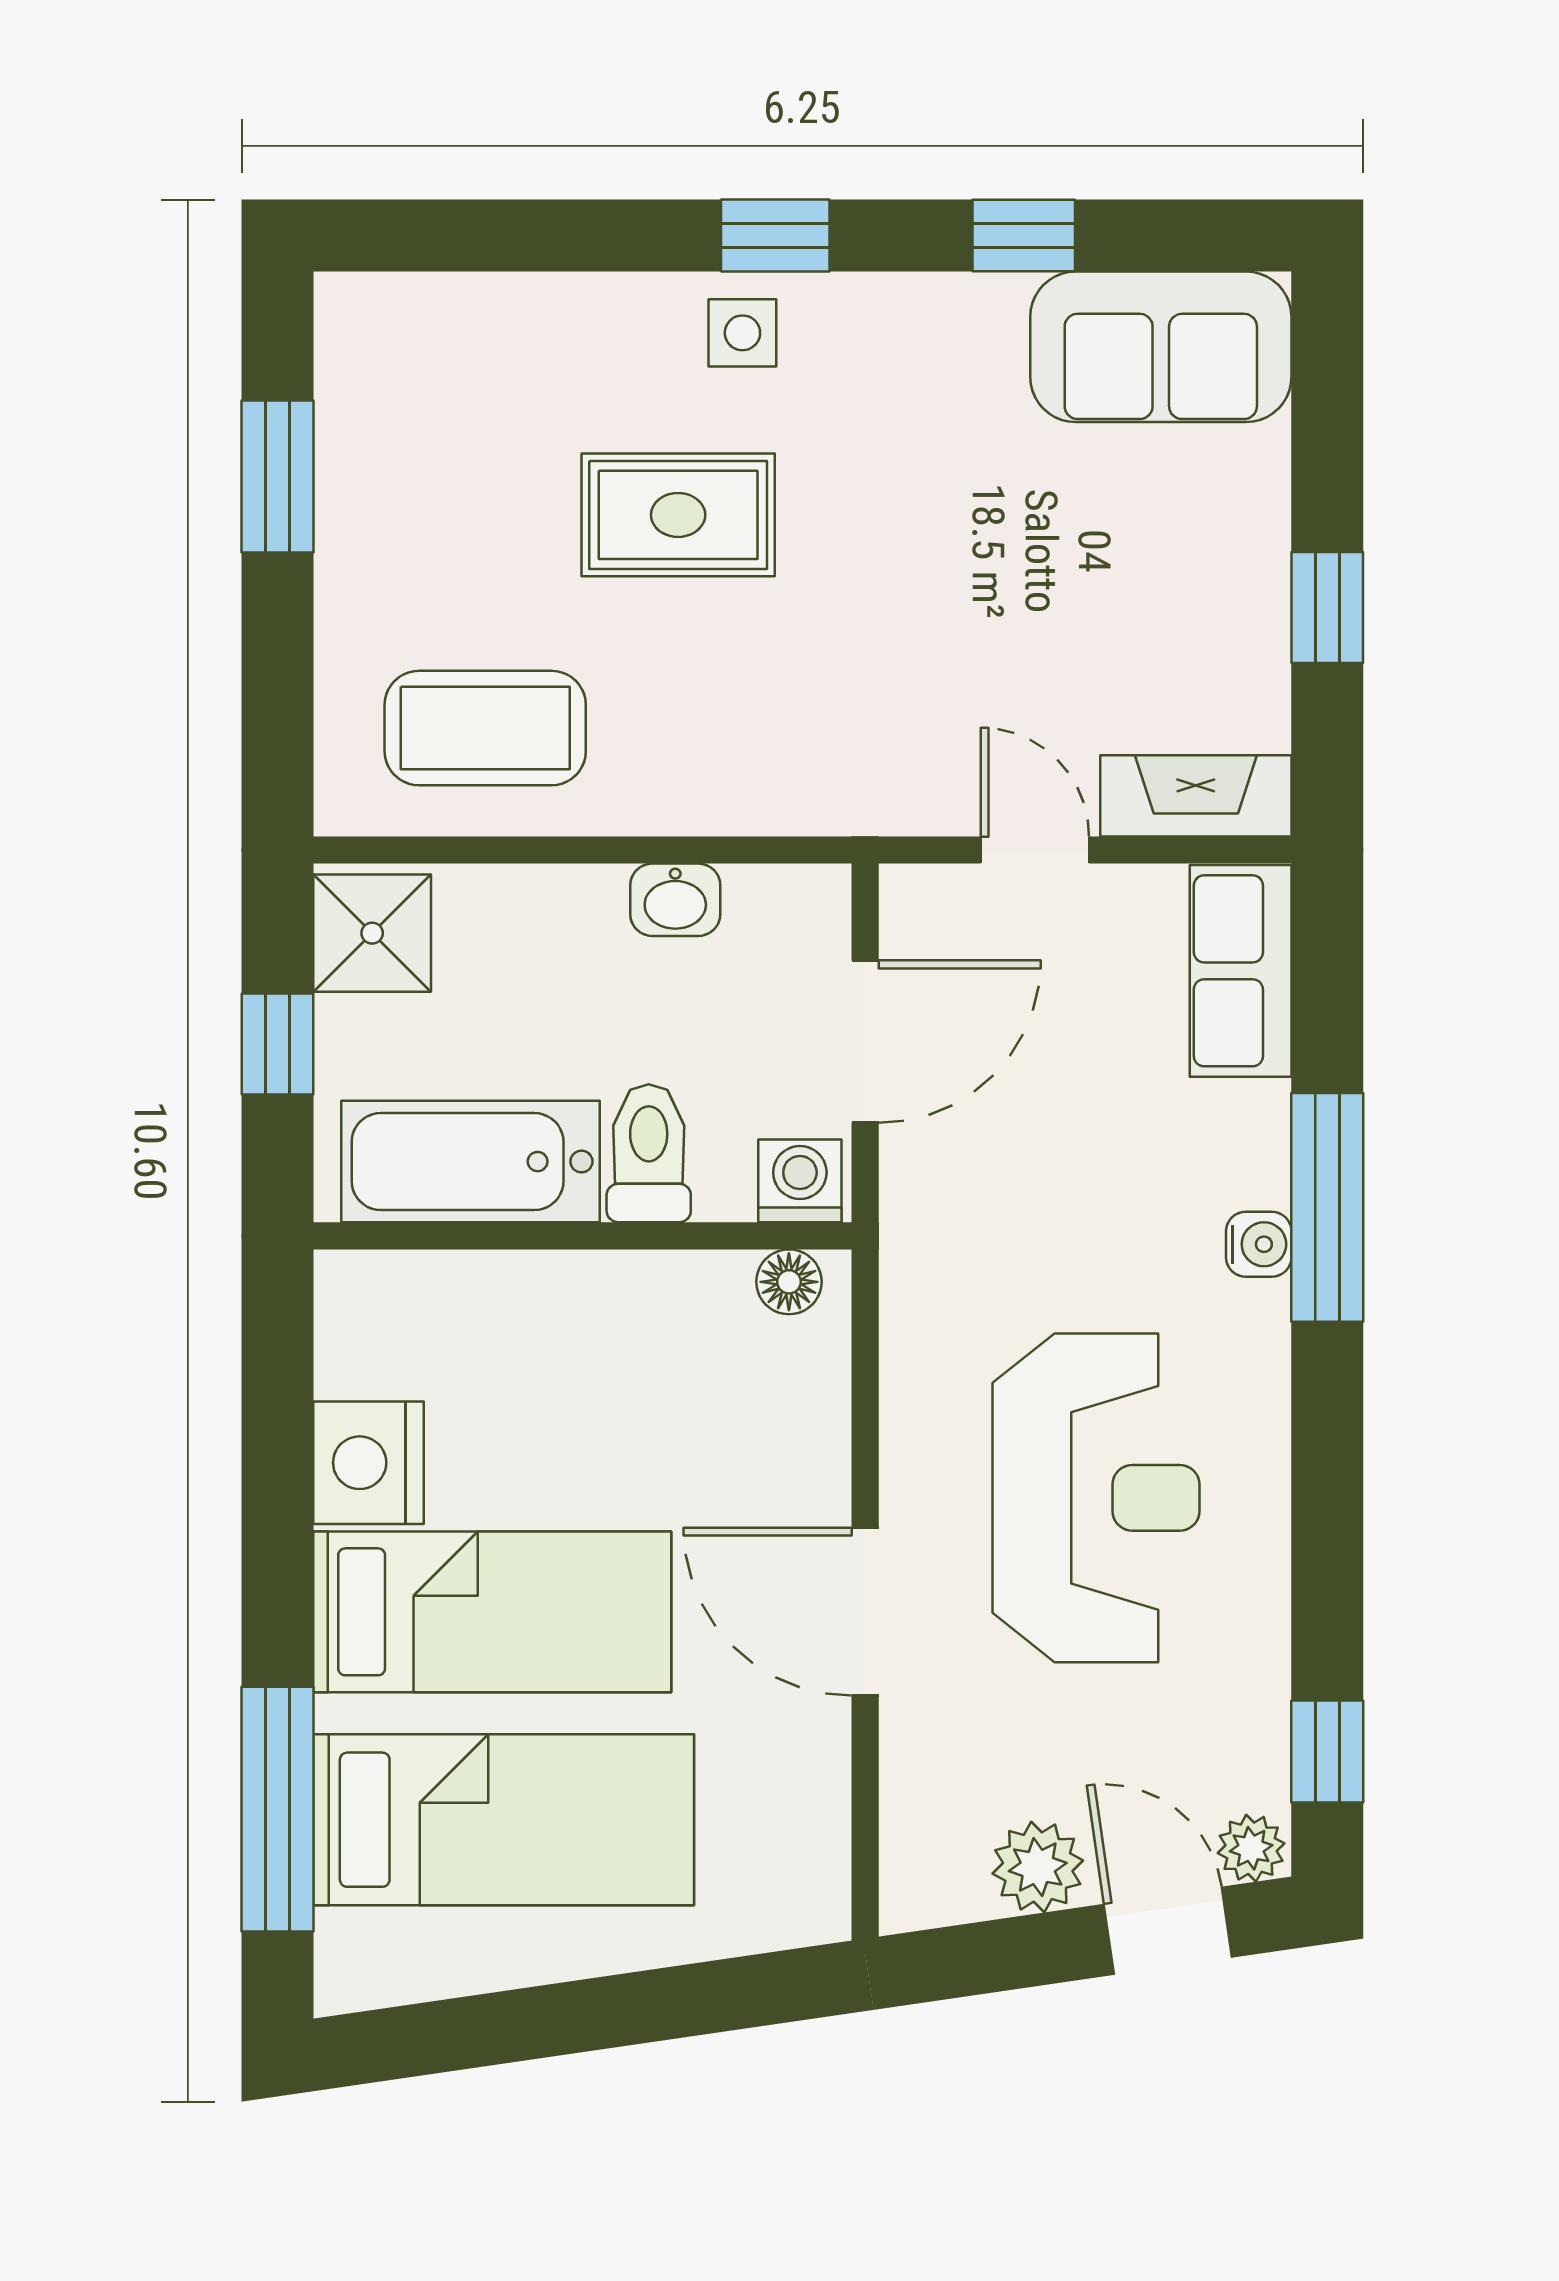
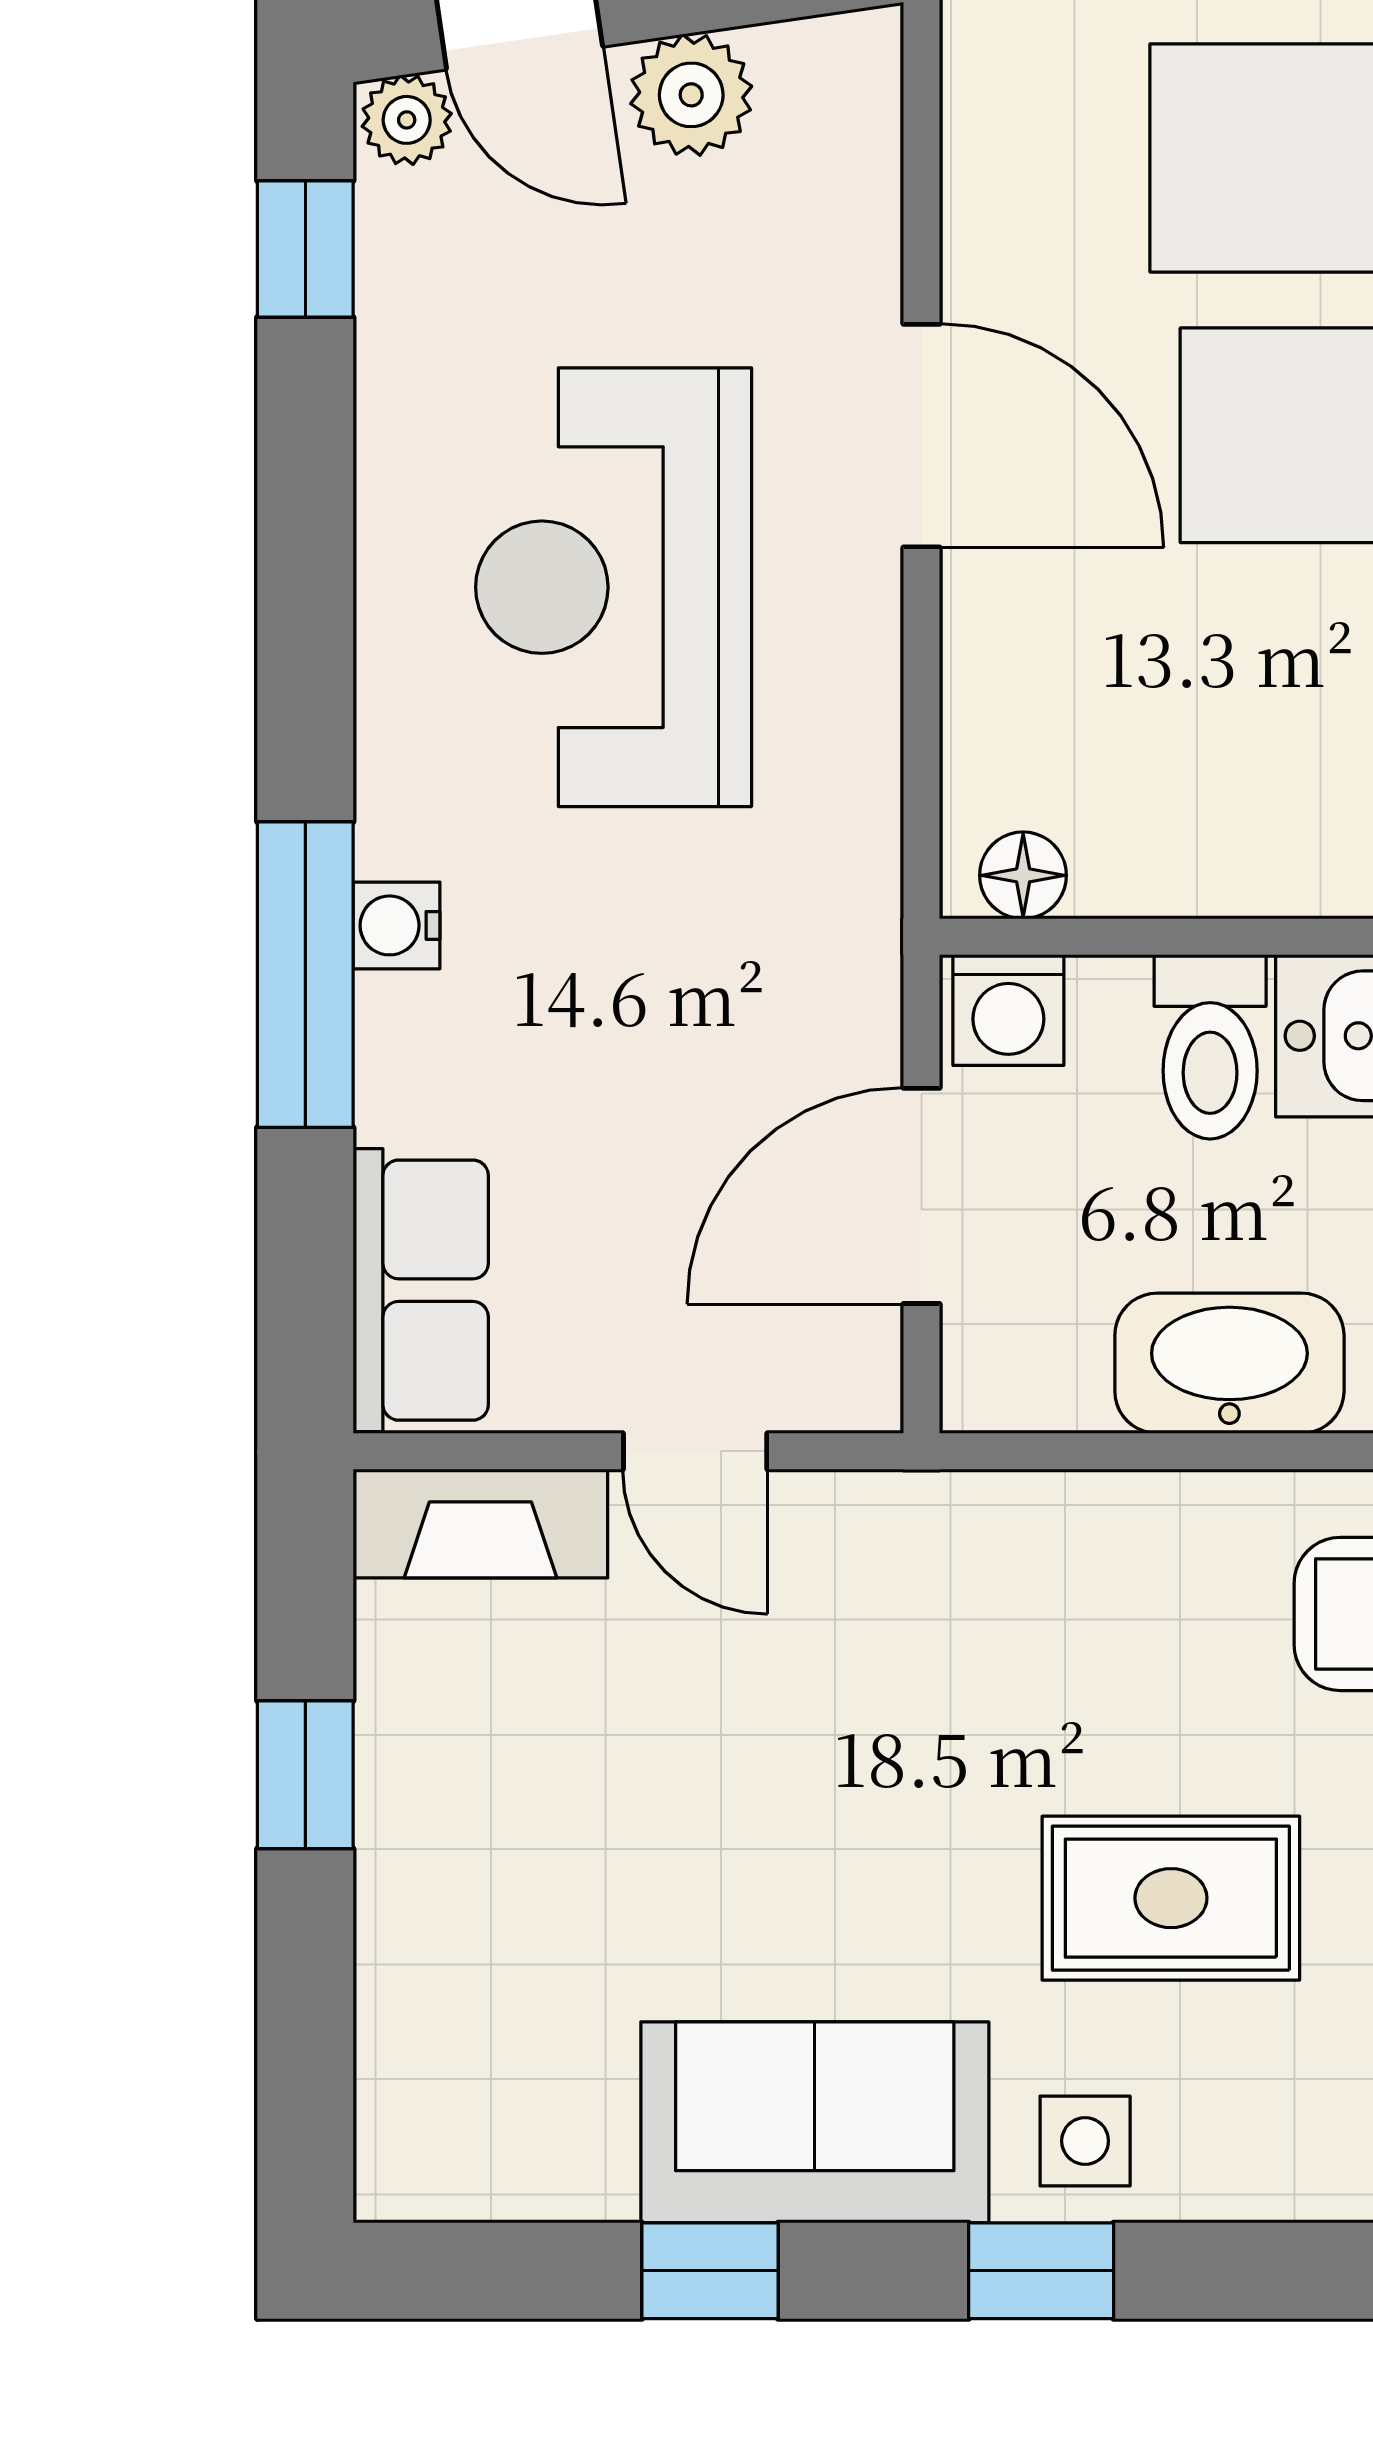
sofa: (1161, 347) -> (815, 2122), moved
washbasin: (675, 900) -> (1229, 1363), width x1.91, depth x1.45

